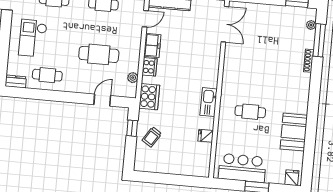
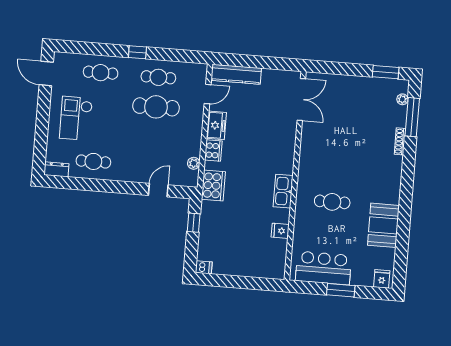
cafe table: (99, 54) -> (156, 107), moved
trolley: (152, 137) -> (217, 233), removed
dishwasher: (140, 166) -> (204, 267), added

